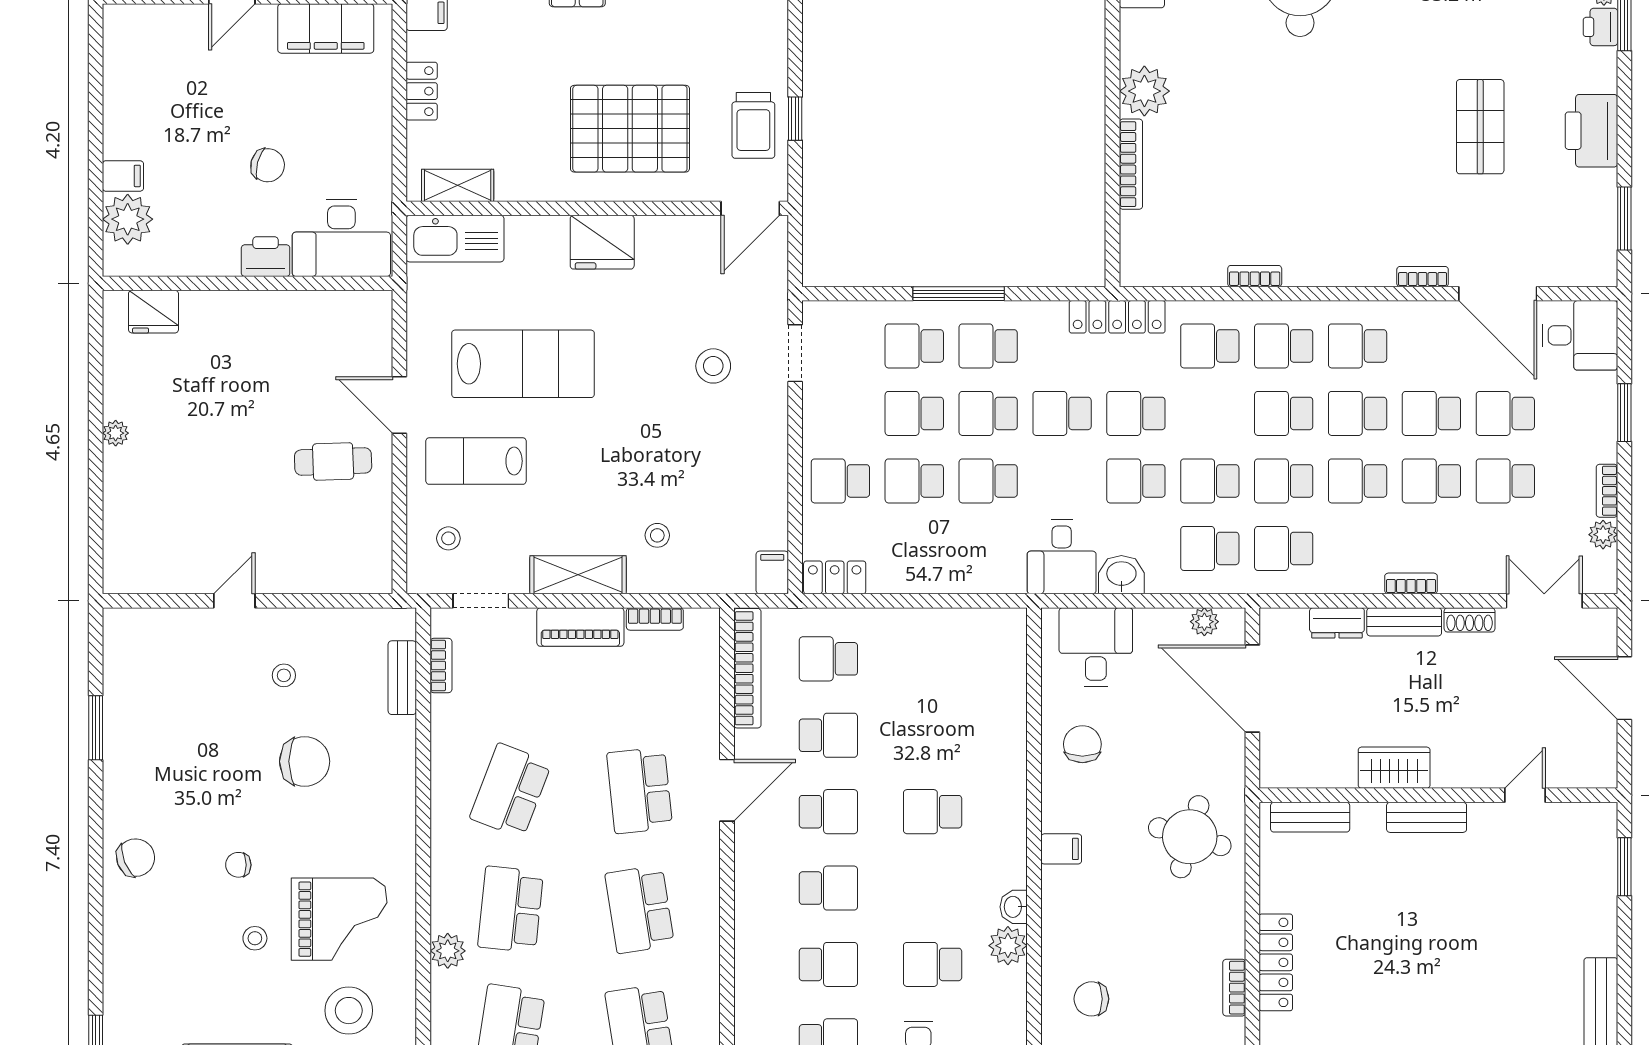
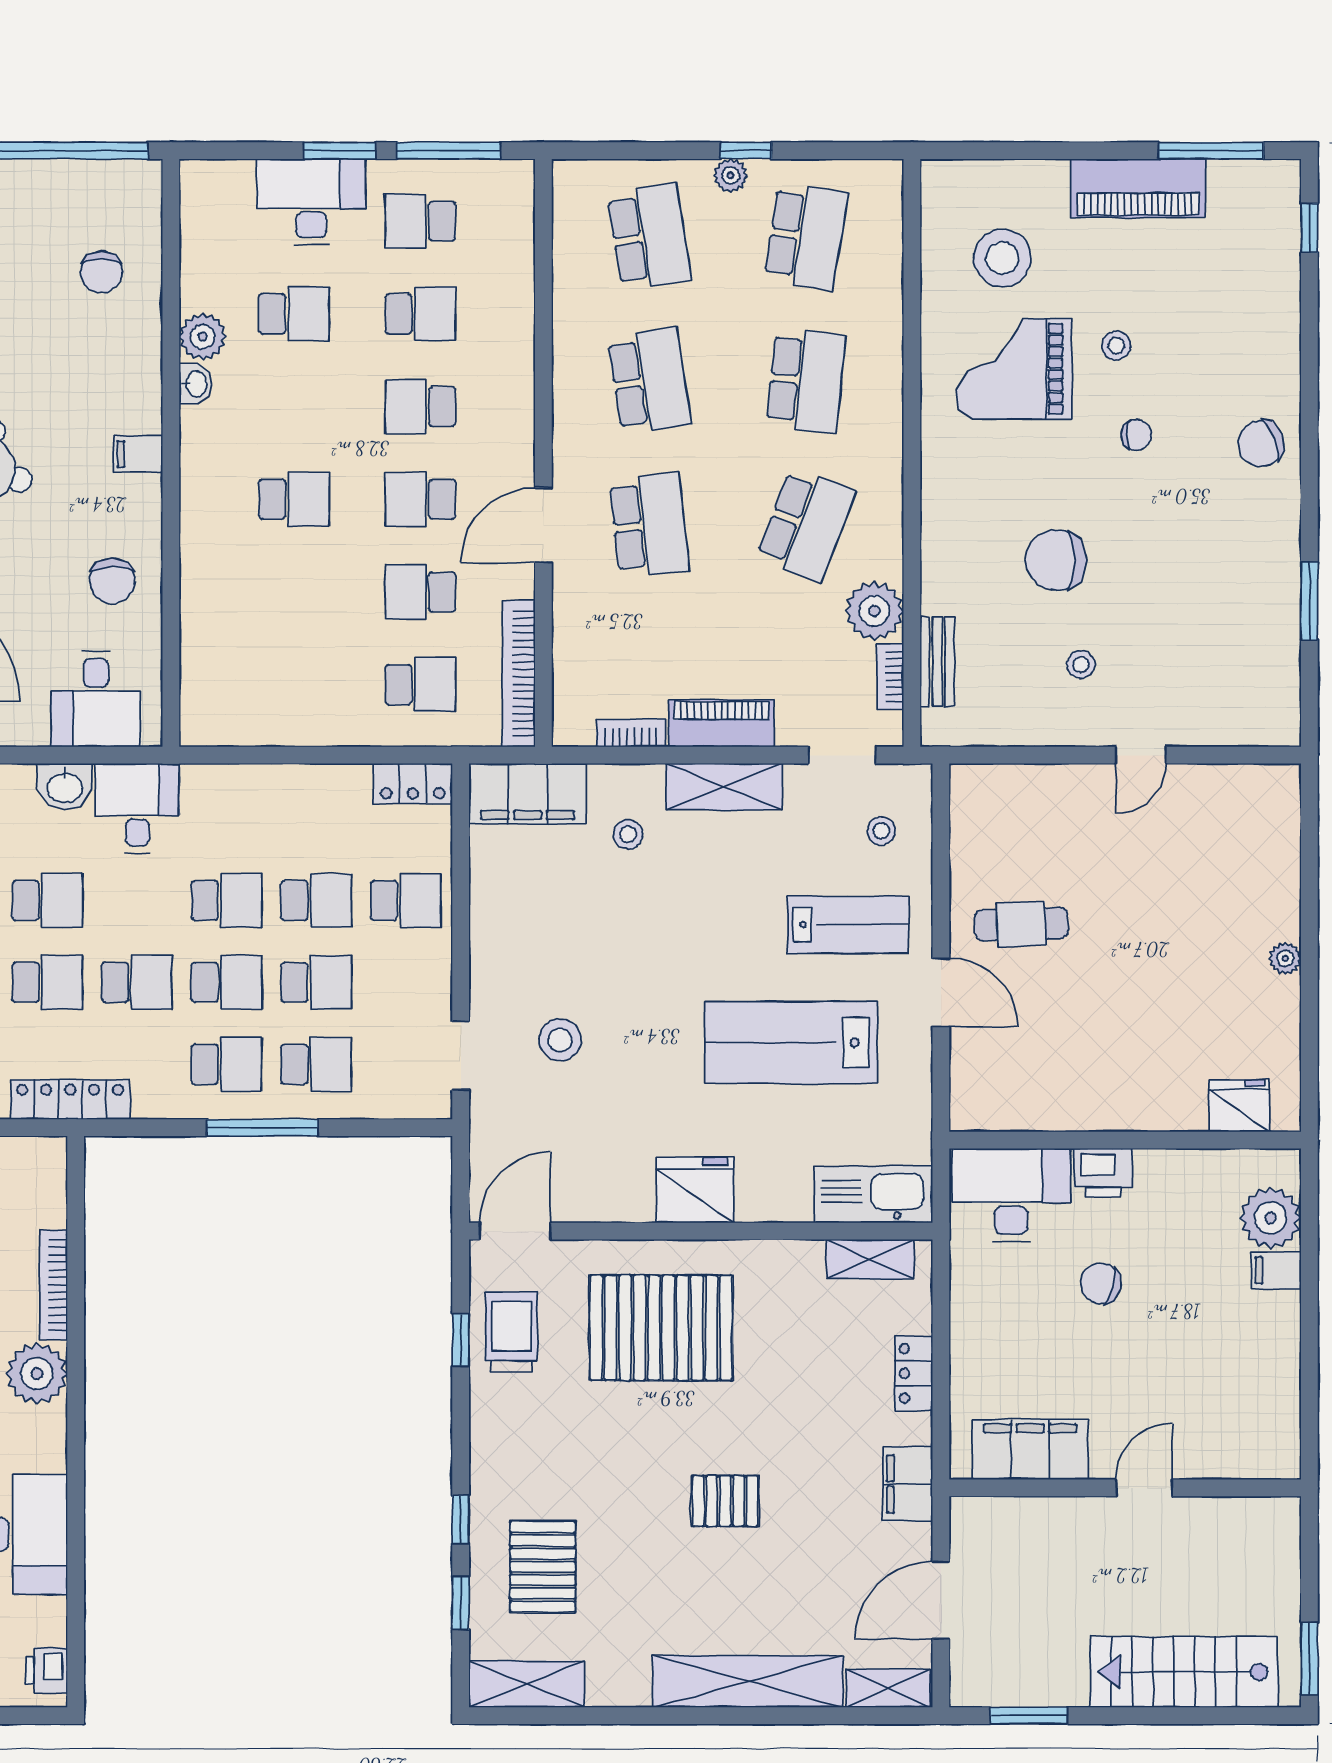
filing cabinet: (772, 572) -> (528, 794), width x3.00, depth x1.17
plant: (448, 951) -> (874, 611), moved, width x1.36, depth x1.36
school desk: (828, 964) -> (420, 314), turned 180
chair: (1091, 999) -> (101, 272), turned 90

